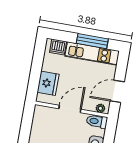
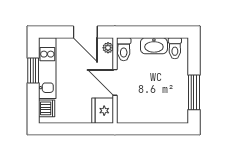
window: (92, 41) -> (33, 71), width x0.69
fridge: (48, 83) -> (103, 111), moved, turned -90

